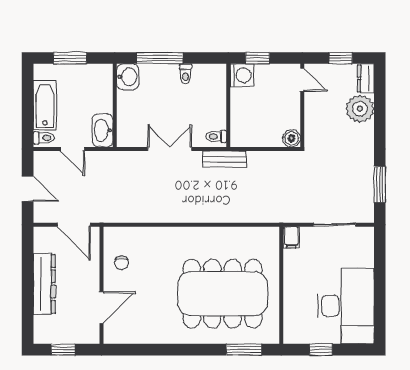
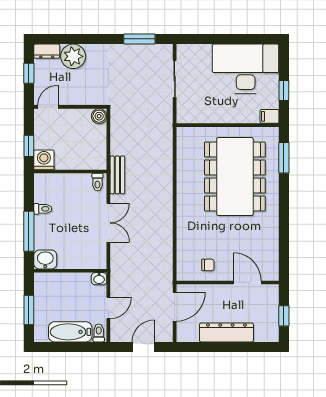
washbasin: (103, 130) -> (99, 279), width x0.52, depth x0.69
double door: (170, 149) -> (108, 223), swing flipped
filing cabinet: (291, 237) -> (270, 116), moved, turned 180

